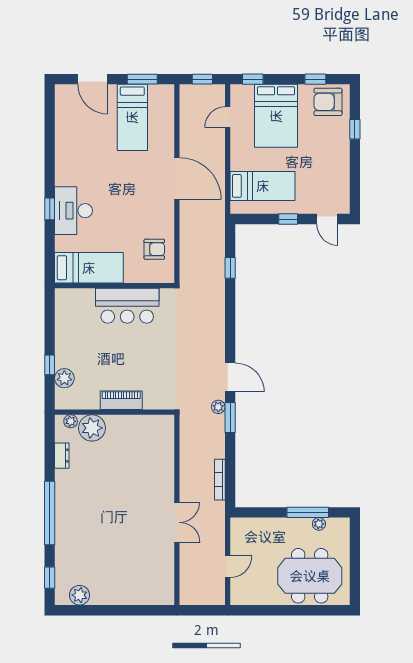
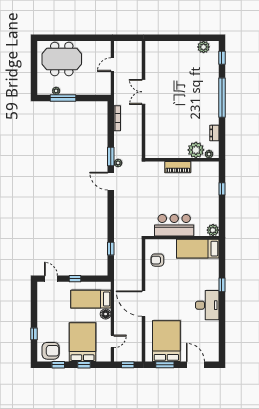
window: (253, 79) -> (84, 365), moved
bed: (132, 117) -> (166, 341), width x1.50
floor lamp: (239, 162) -> (106, 314), added
desk: (74, 211) -> (207, 305), moved
plant: (64, 378) -> (213, 230), moved

